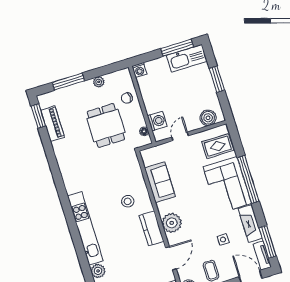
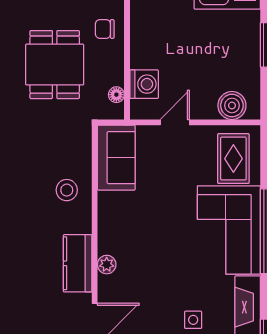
rug: (218, 146) -> (233, 159), turned 90
sofa: (160, 182) -> (116, 158), moved
stool: (128, 201) -> (67, 190), moved
plant: (172, 223) -> (107, 265), width x0.53, depth x0.53

